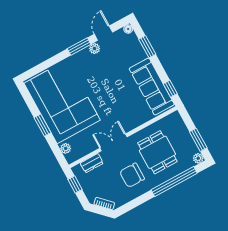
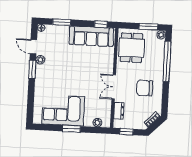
corner sofa: (62, 102) -> (63, 110), width x0.73, depth x0.74
dining table: (157, 152) -> (132, 48), moved, turned 90
chair: (132, 175) -> (145, 88), turned 90

